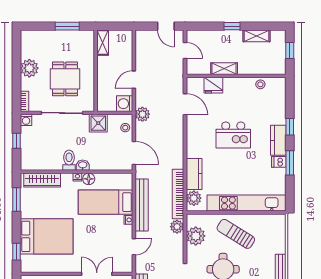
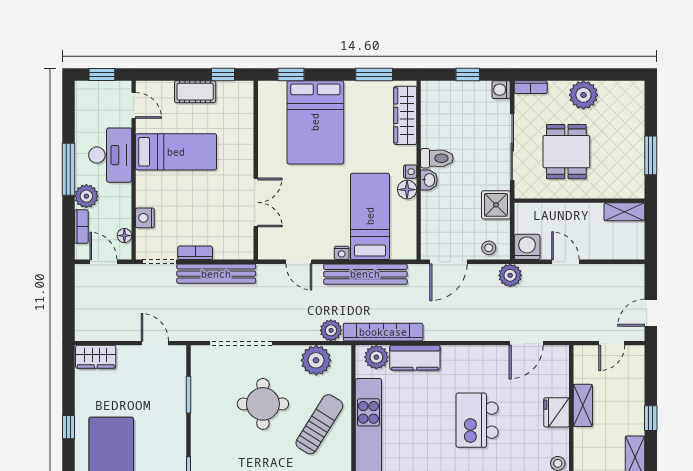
dining table: (65, 79) -> (566, 152), turned 90
fridge: (213, 85) -> (557, 412), moved

